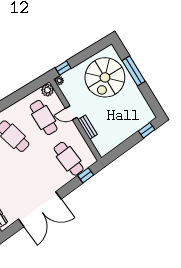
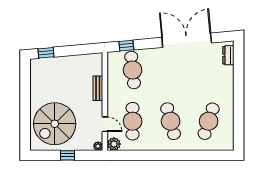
window: (63, 68) -> (68, 155), moved
window: (134, 71) -> (25, 114), removed
spiral stairs: (105, 77) -> (55, 124), turned 180
door: (71, 113) -> (105, 124), moved

